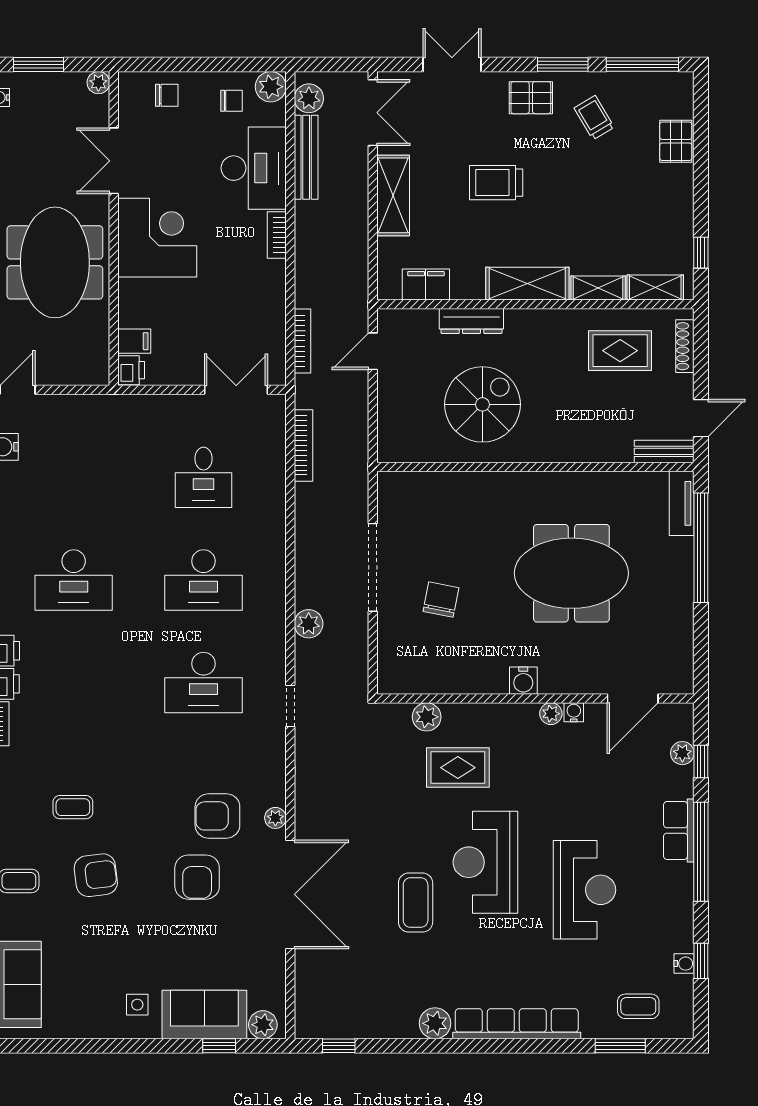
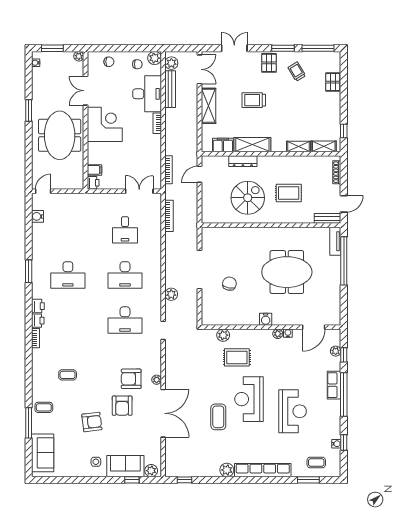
pallet: (531, 98) -> (269, 63), turned 90
shelving: (527, 284) -> (252, 145), moved
rug: (620, 351) -> (289, 193), moved
armchair: (96, 875) -> (92, 422), moved

